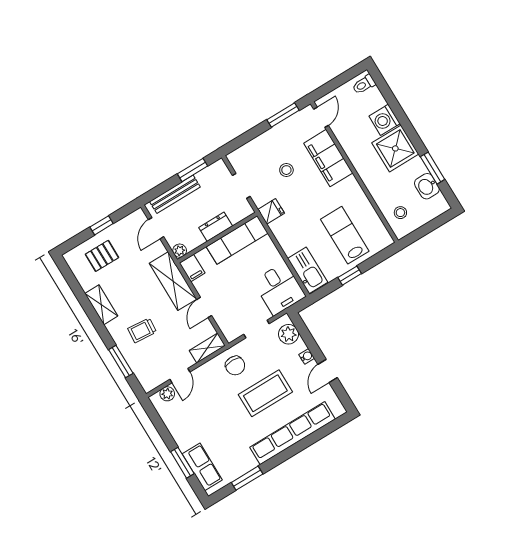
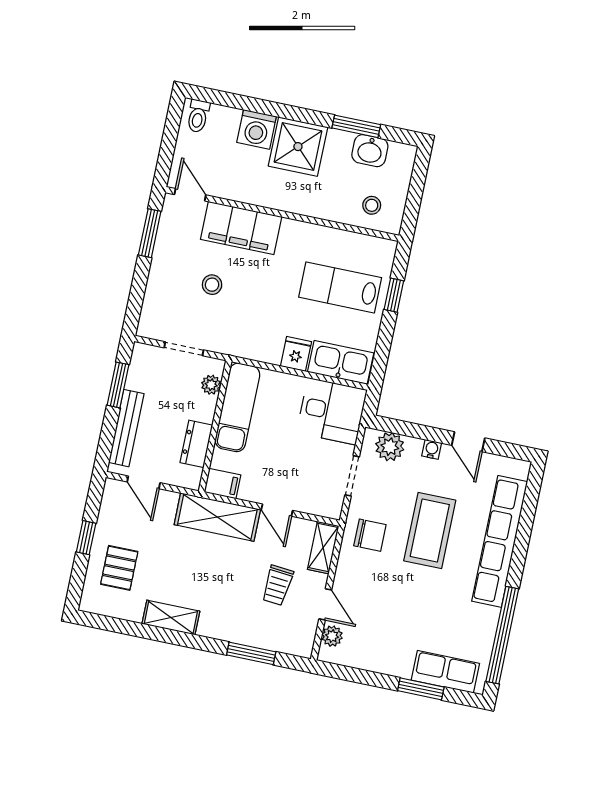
fridge: (271, 211) -> (296, 354), moved
dresser: (216, 227) -> (196, 444), moved
plant: (180, 251) -> (211, 385), moved
window: (350, 276) -> (394, 295), moved
trolley: (142, 330) -> (278, 585), moved
window: (247, 478) -> (502, 635), width x2.11

